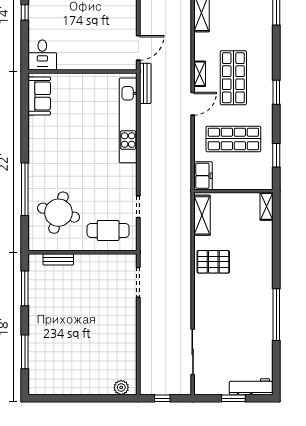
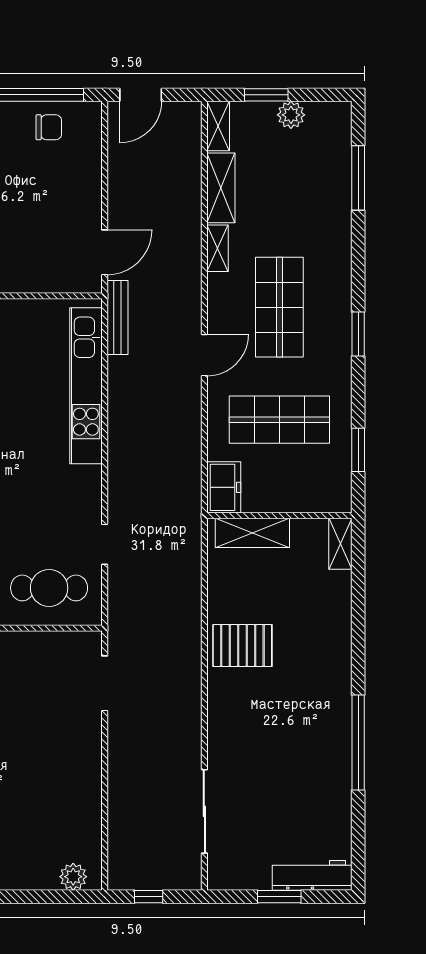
shelving: (200, 74) -> (218, 248), moved
shelving: (202, 215) -> (252, 533), moved, turned 90

